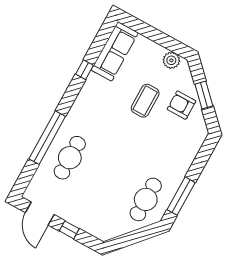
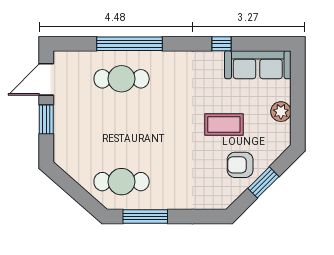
plant: (171, 60) -> (281, 112), moved
armchair: (181, 105) -> (240, 165), turned -90
window: (69, 230) -> (46, 119), width x1.50

